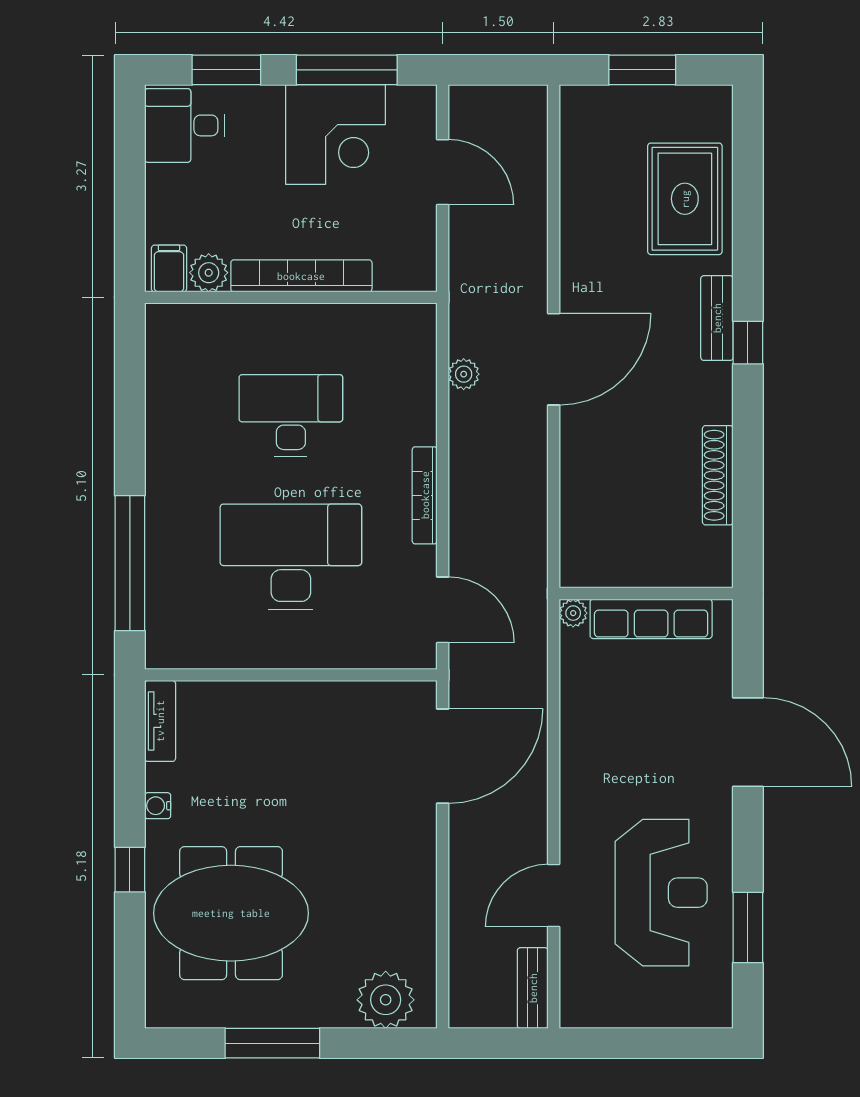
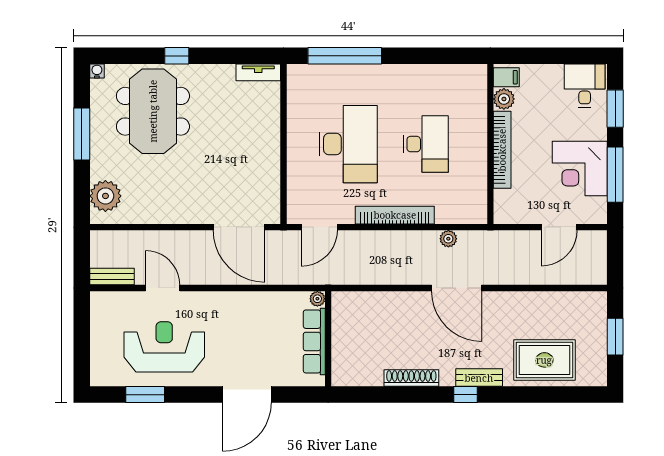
shoe rack: (718, 475) -> (411, 378), moved
bookcase: (425, 495) -> (395, 215), width x1.48, depth x1.31
water cooler: (158, 806) -> (97, 71), moved
reception desk: (661, 893) -> (164, 347), turned 180

